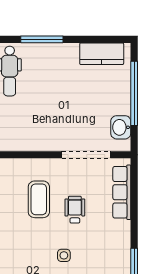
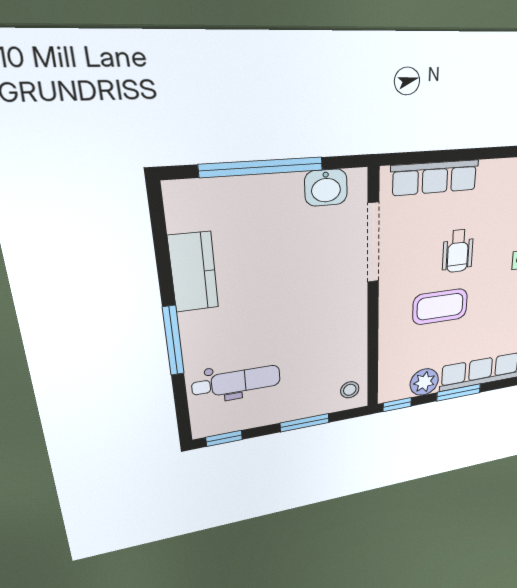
kitchen counter: (102, 54) -> (193, 272), moved
wheelchair: (75, 210) -> (458, 251), turned -90

